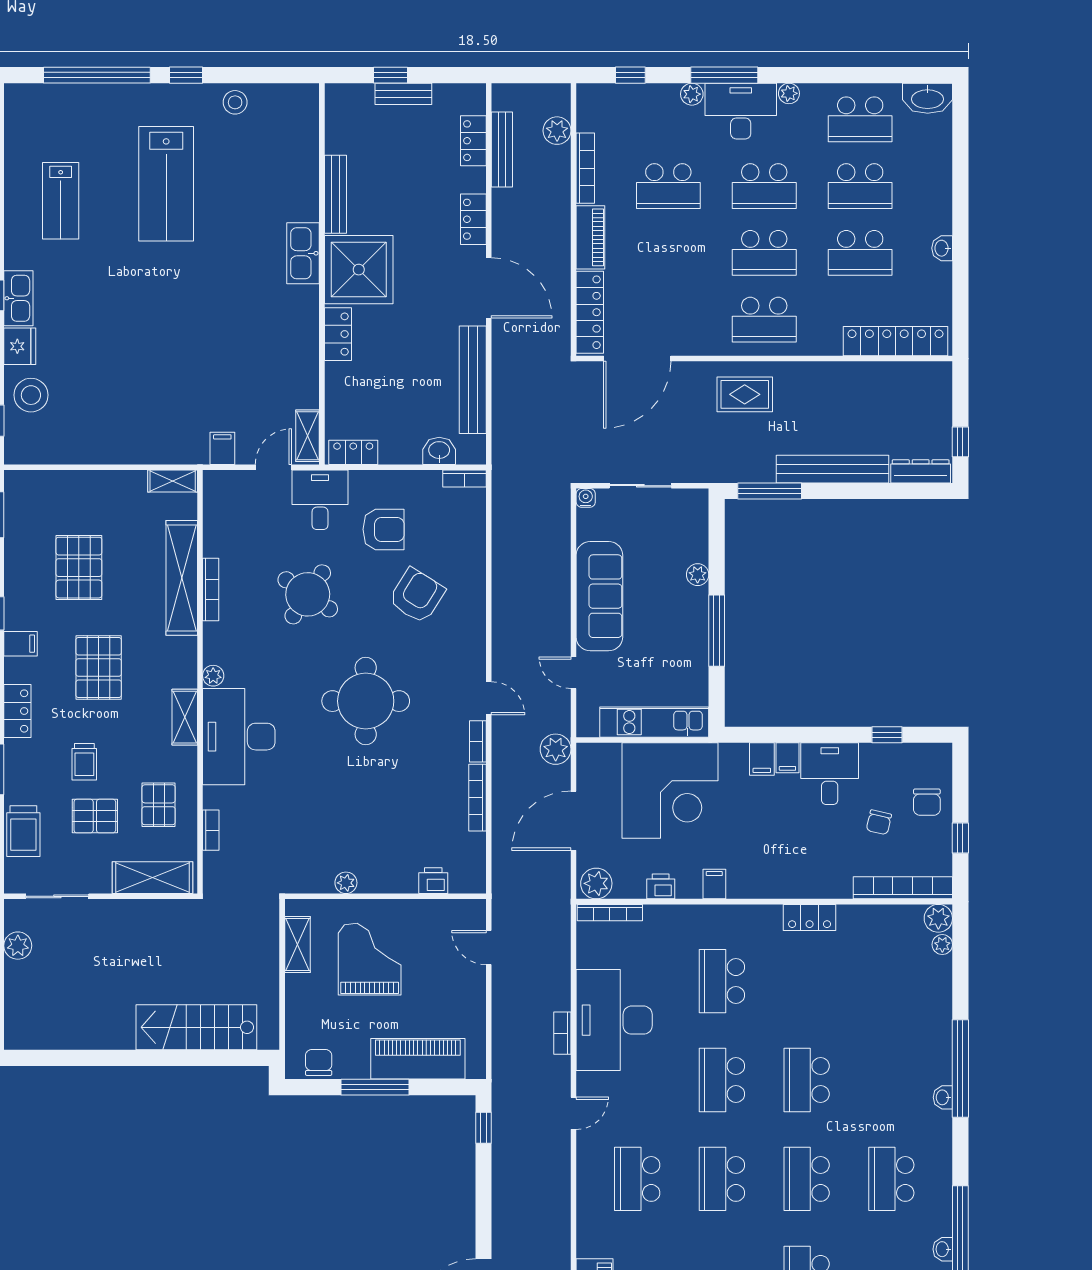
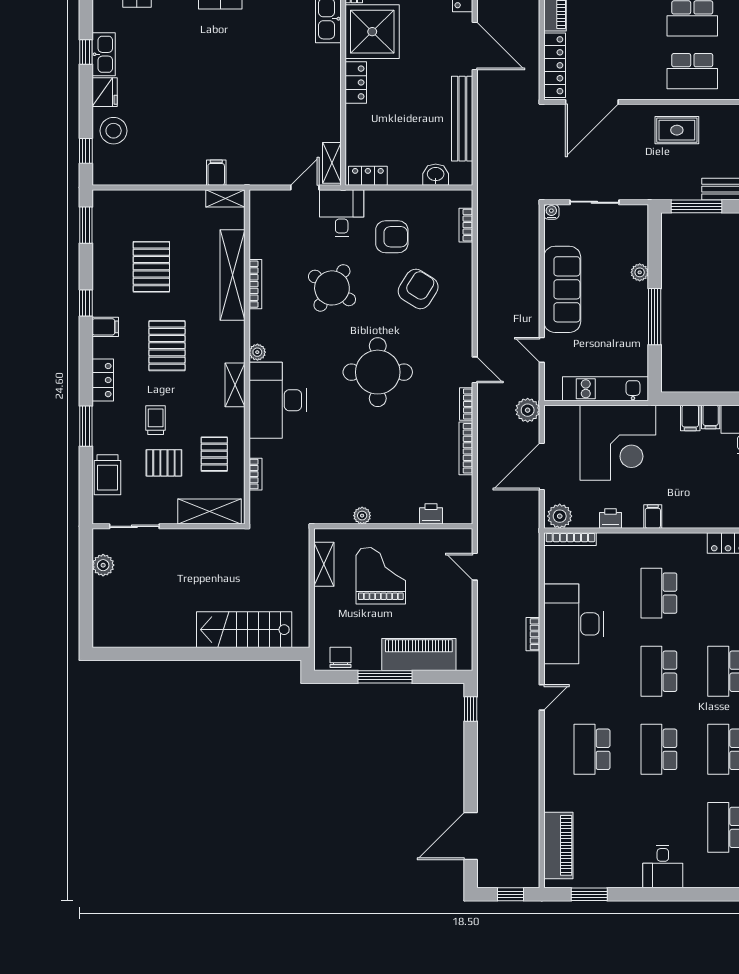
filing cabinet: (222, 448) -> (216, 173), moved
bookcase: (464, 478) -> (466, 225), moved, turned 90
trolley: (84, 762) -> (156, 420), turned 180

